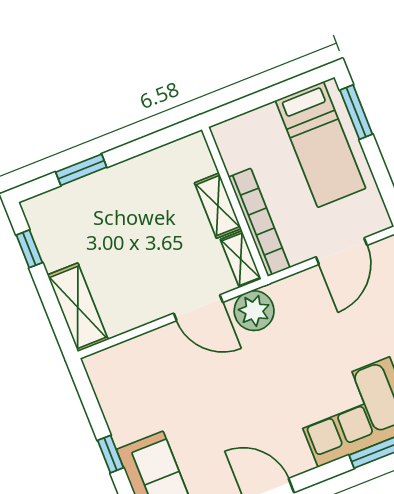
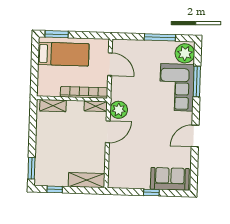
window: (81, 170) -> (31, 168), moved
shelving: (218, 206) -> (53, 106), moved

